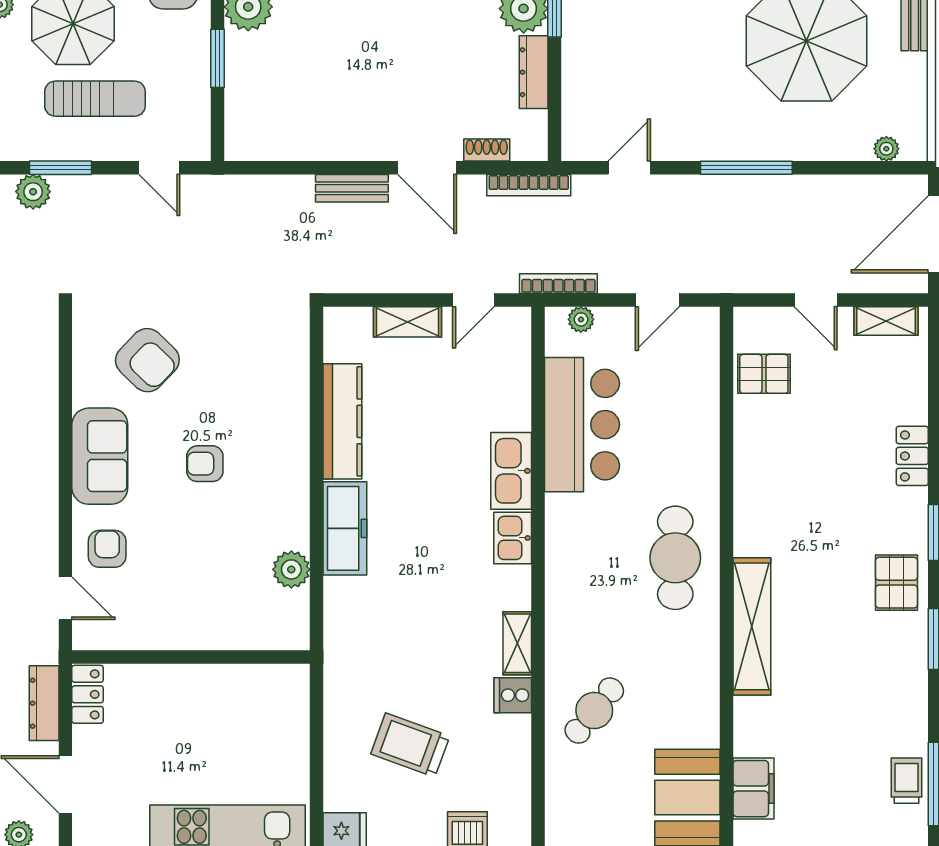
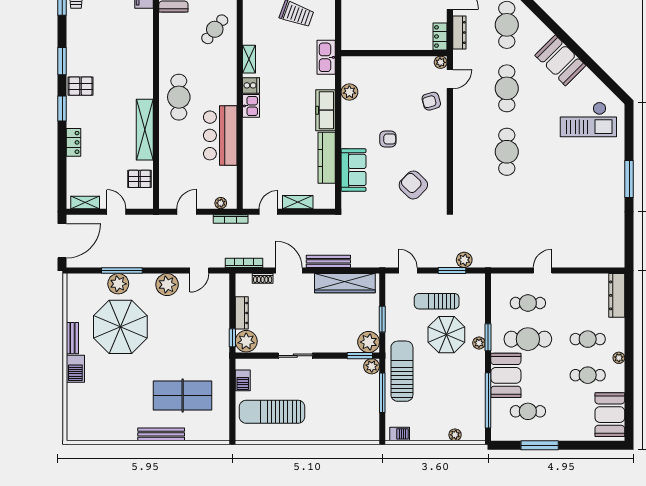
plant: (702, 136) -> (167, 285), added
wardrobe: (301, 139) -> (345, 283), added
plant: (886, 149) -> (118, 284), moved, width x1.88, depth x1.88
window: (746, 168) -> (122, 270), moved
bench: (352, 188) -> (328, 261), width x1.36
bar counter: (582, 425) -> (220, 135), moved
sofa: (100, 456) -> (353, 170), moved, turned 180
kitchen sink: (511, 471) -> (326, 57), moved, turned 180
armchair: (107, 549) -> (431, 101), turned 74
pallet: (896, 583) -> (80, 86), turned 90
door: (65, 598) -> (450, 79), swing flipped
shelving: (752, 626) -> (145, 130), moved
plant: (86, 636) -> (441, 62), added
cooker: (513, 695) -> (251, 85), moved

